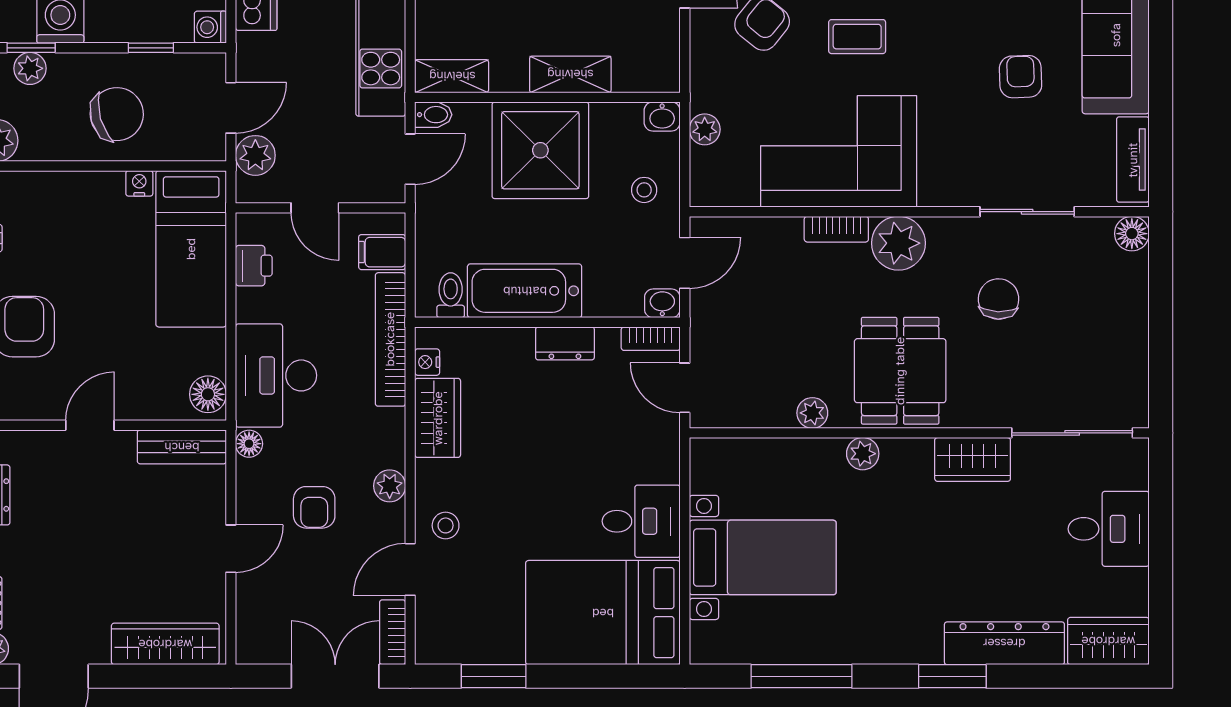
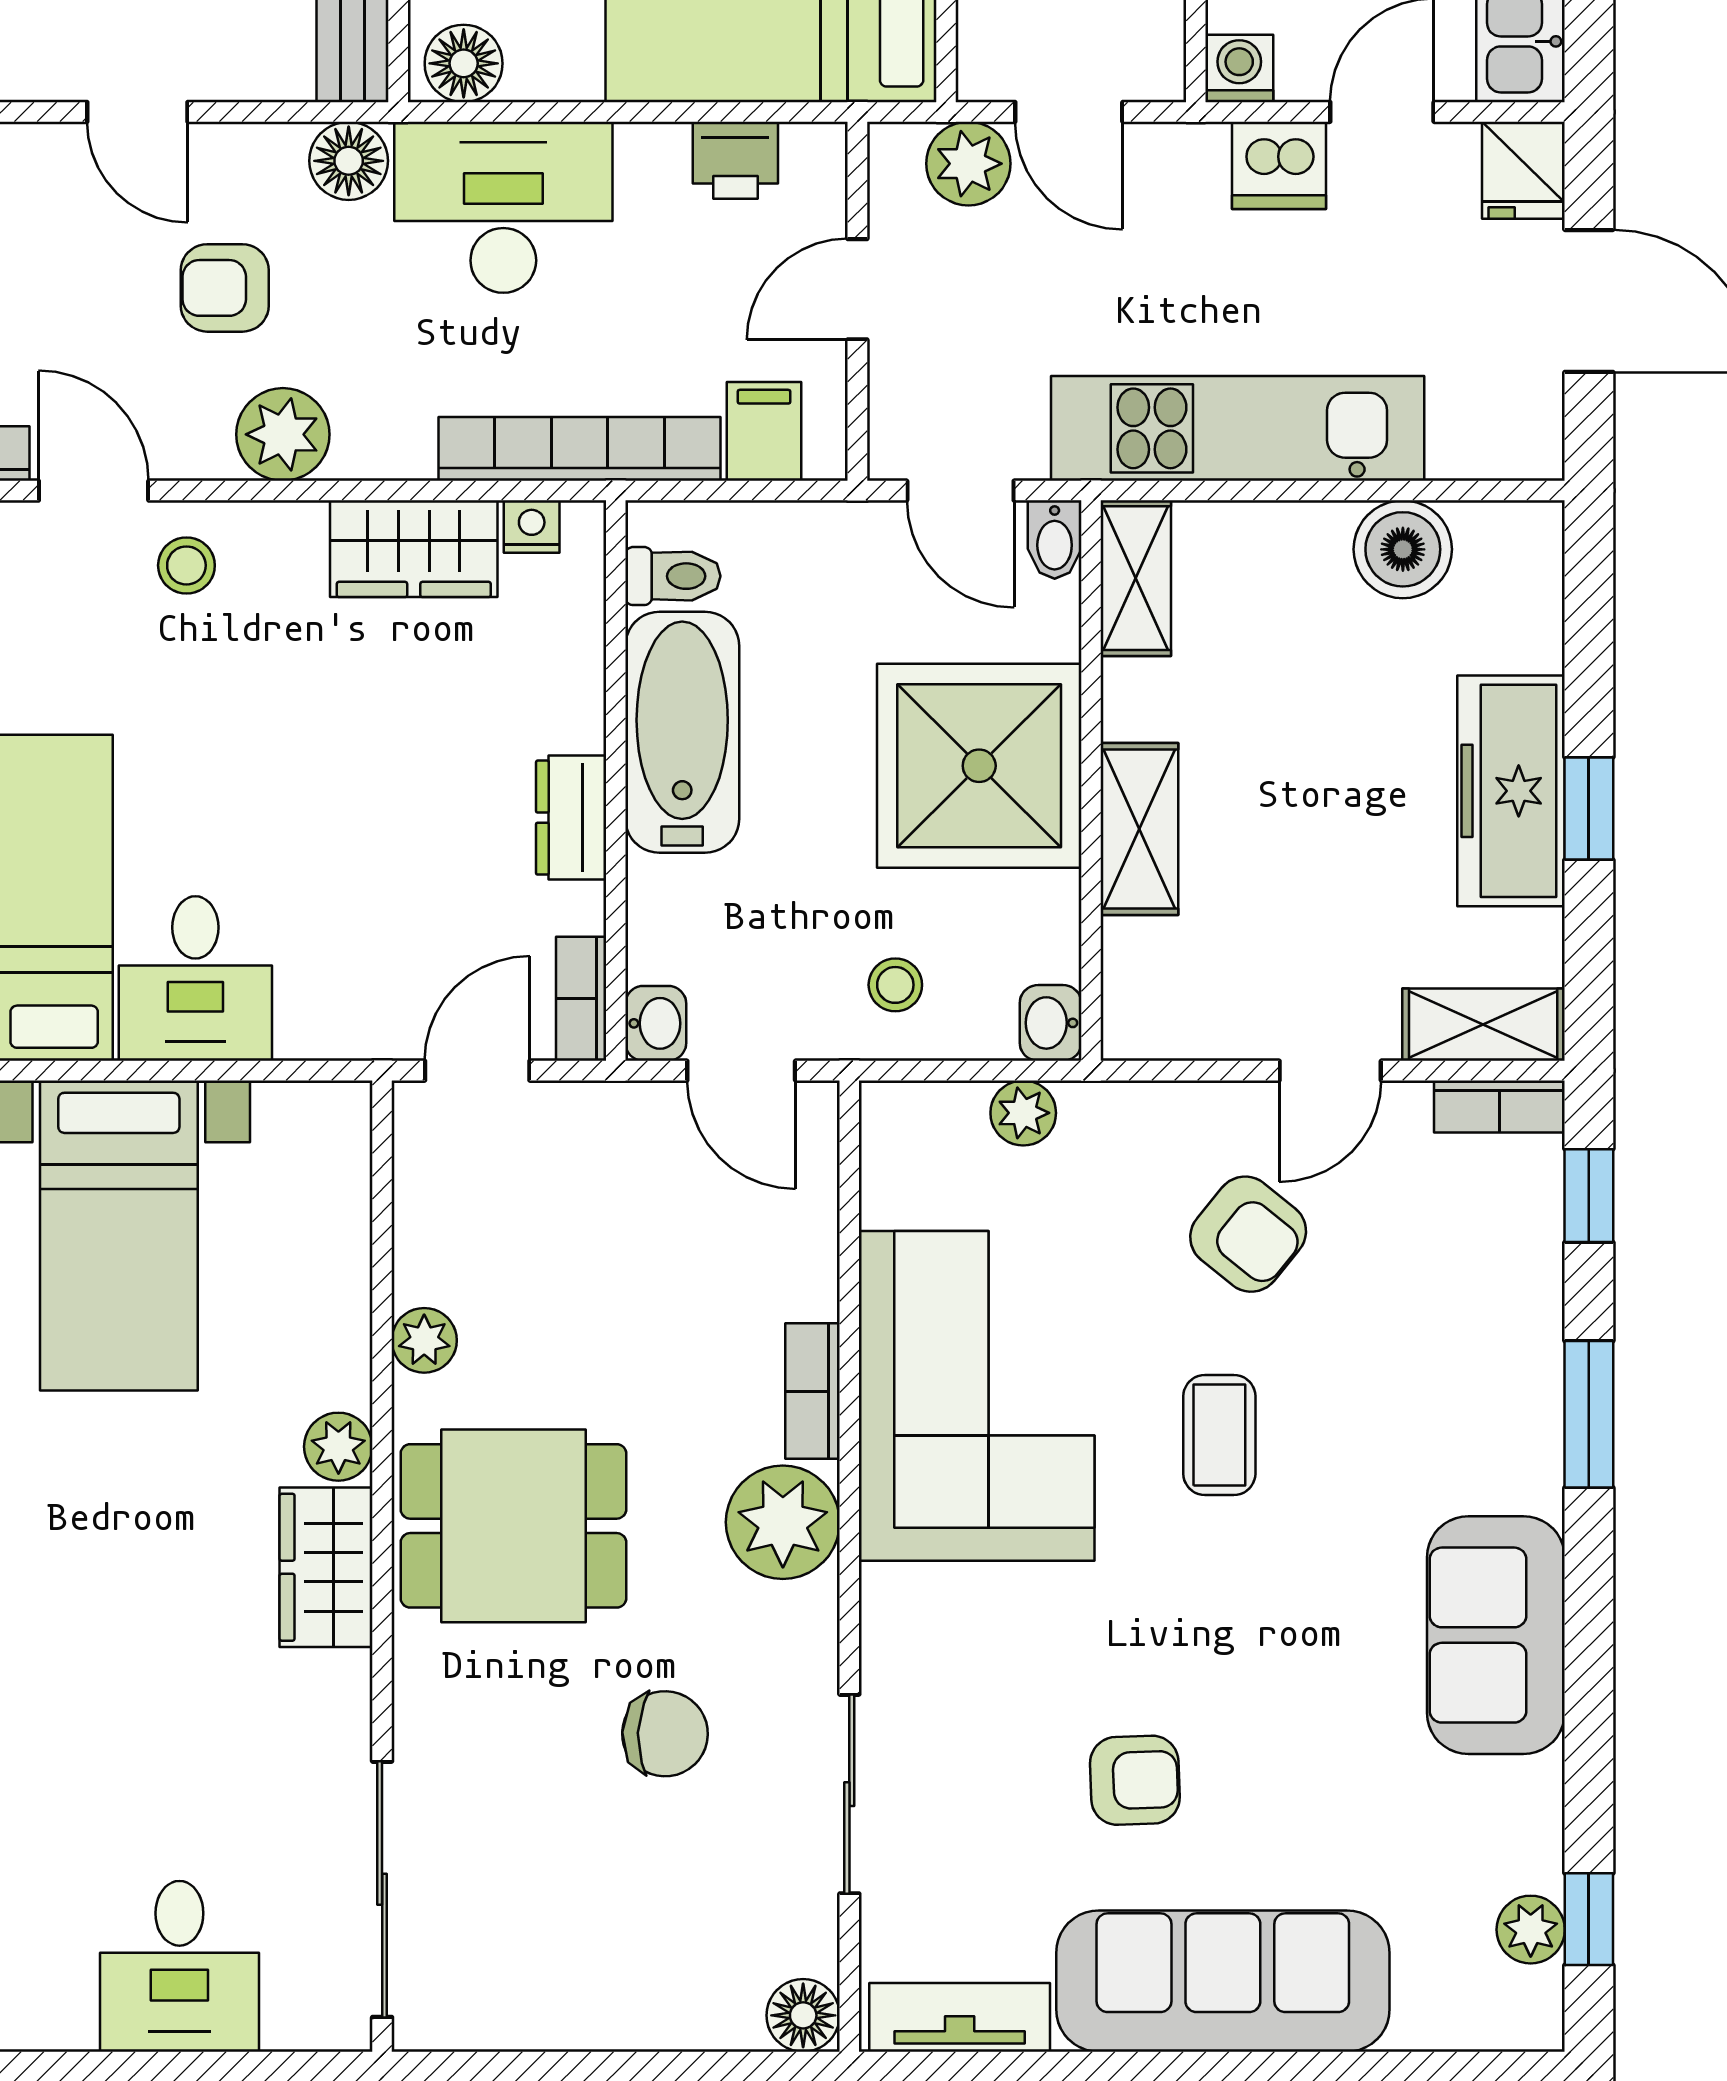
floor lamp: (249, 444) -> (349, 161), width x1.37, depth x1.37
wardrobe: (973, 459) -> (326, 1567), moved
plant: (390, 486) -> (283, 434), width x1.38, depth x1.38

